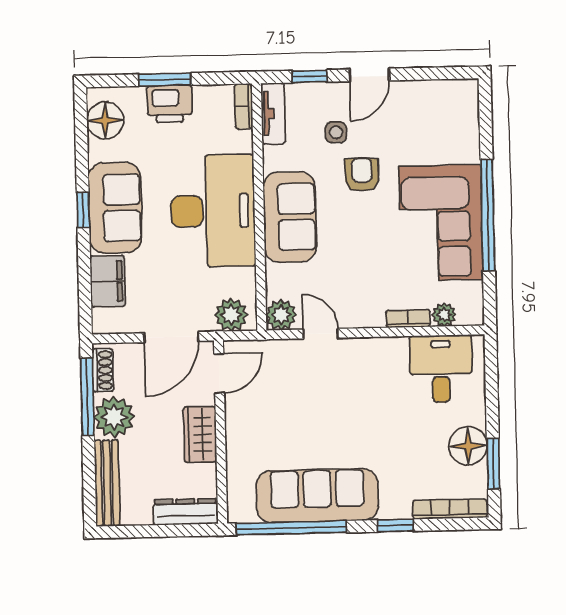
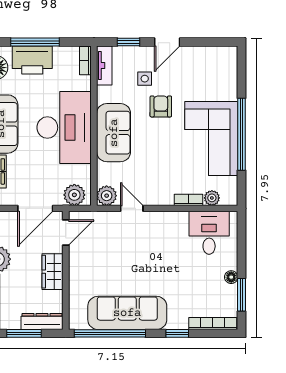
window: (165, 80) -> (35, 42), width x1.44
printer: (170, 104) -> (32, 60), width x1.37, depth x1.19
floor lamp: (468, 446) -> (231, 277), width x0.53, depth x0.53
window: (158, 531) -> (24, 333), added

